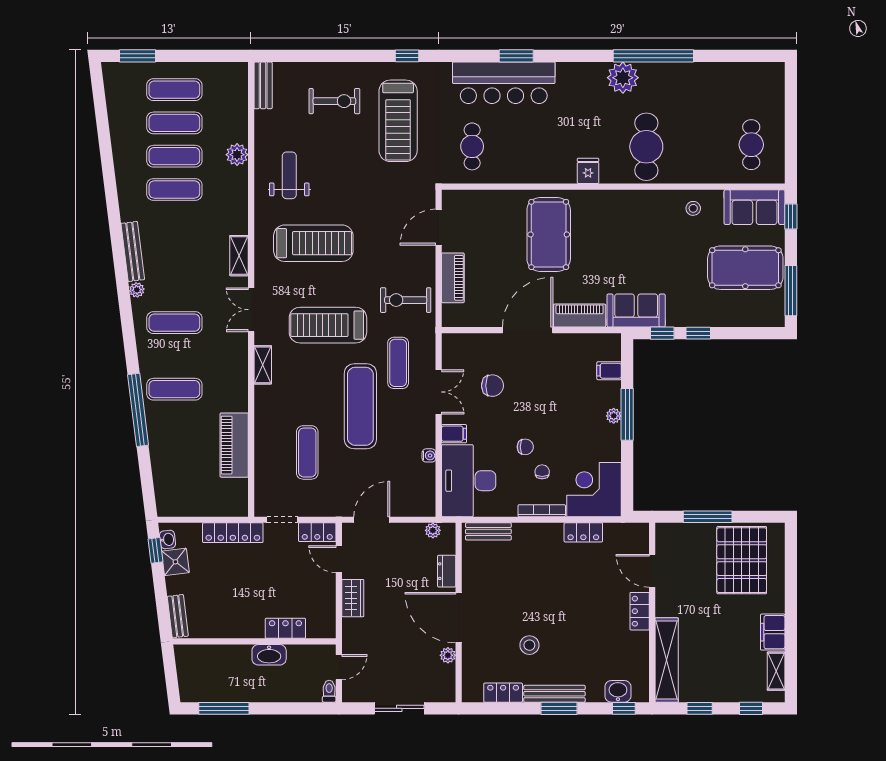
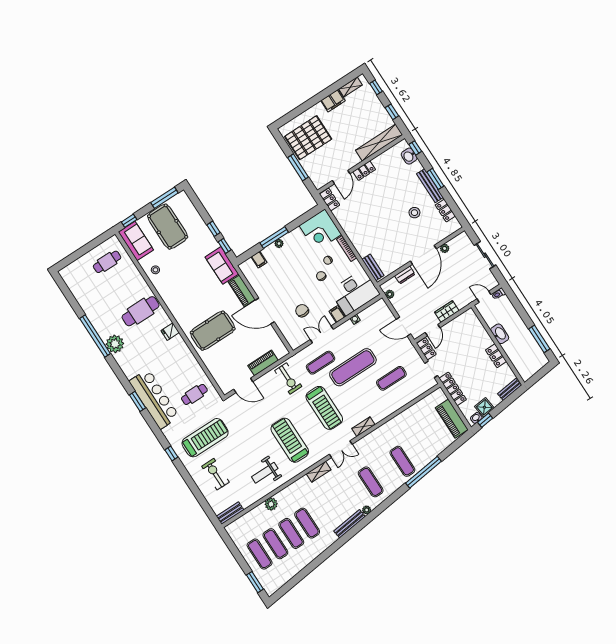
piano: (234, 445) -> (452, 419), moved, turned 90
locker: (583, 532) -> (330, 200), moved
locker: (285, 628) -> (496, 356), moved

